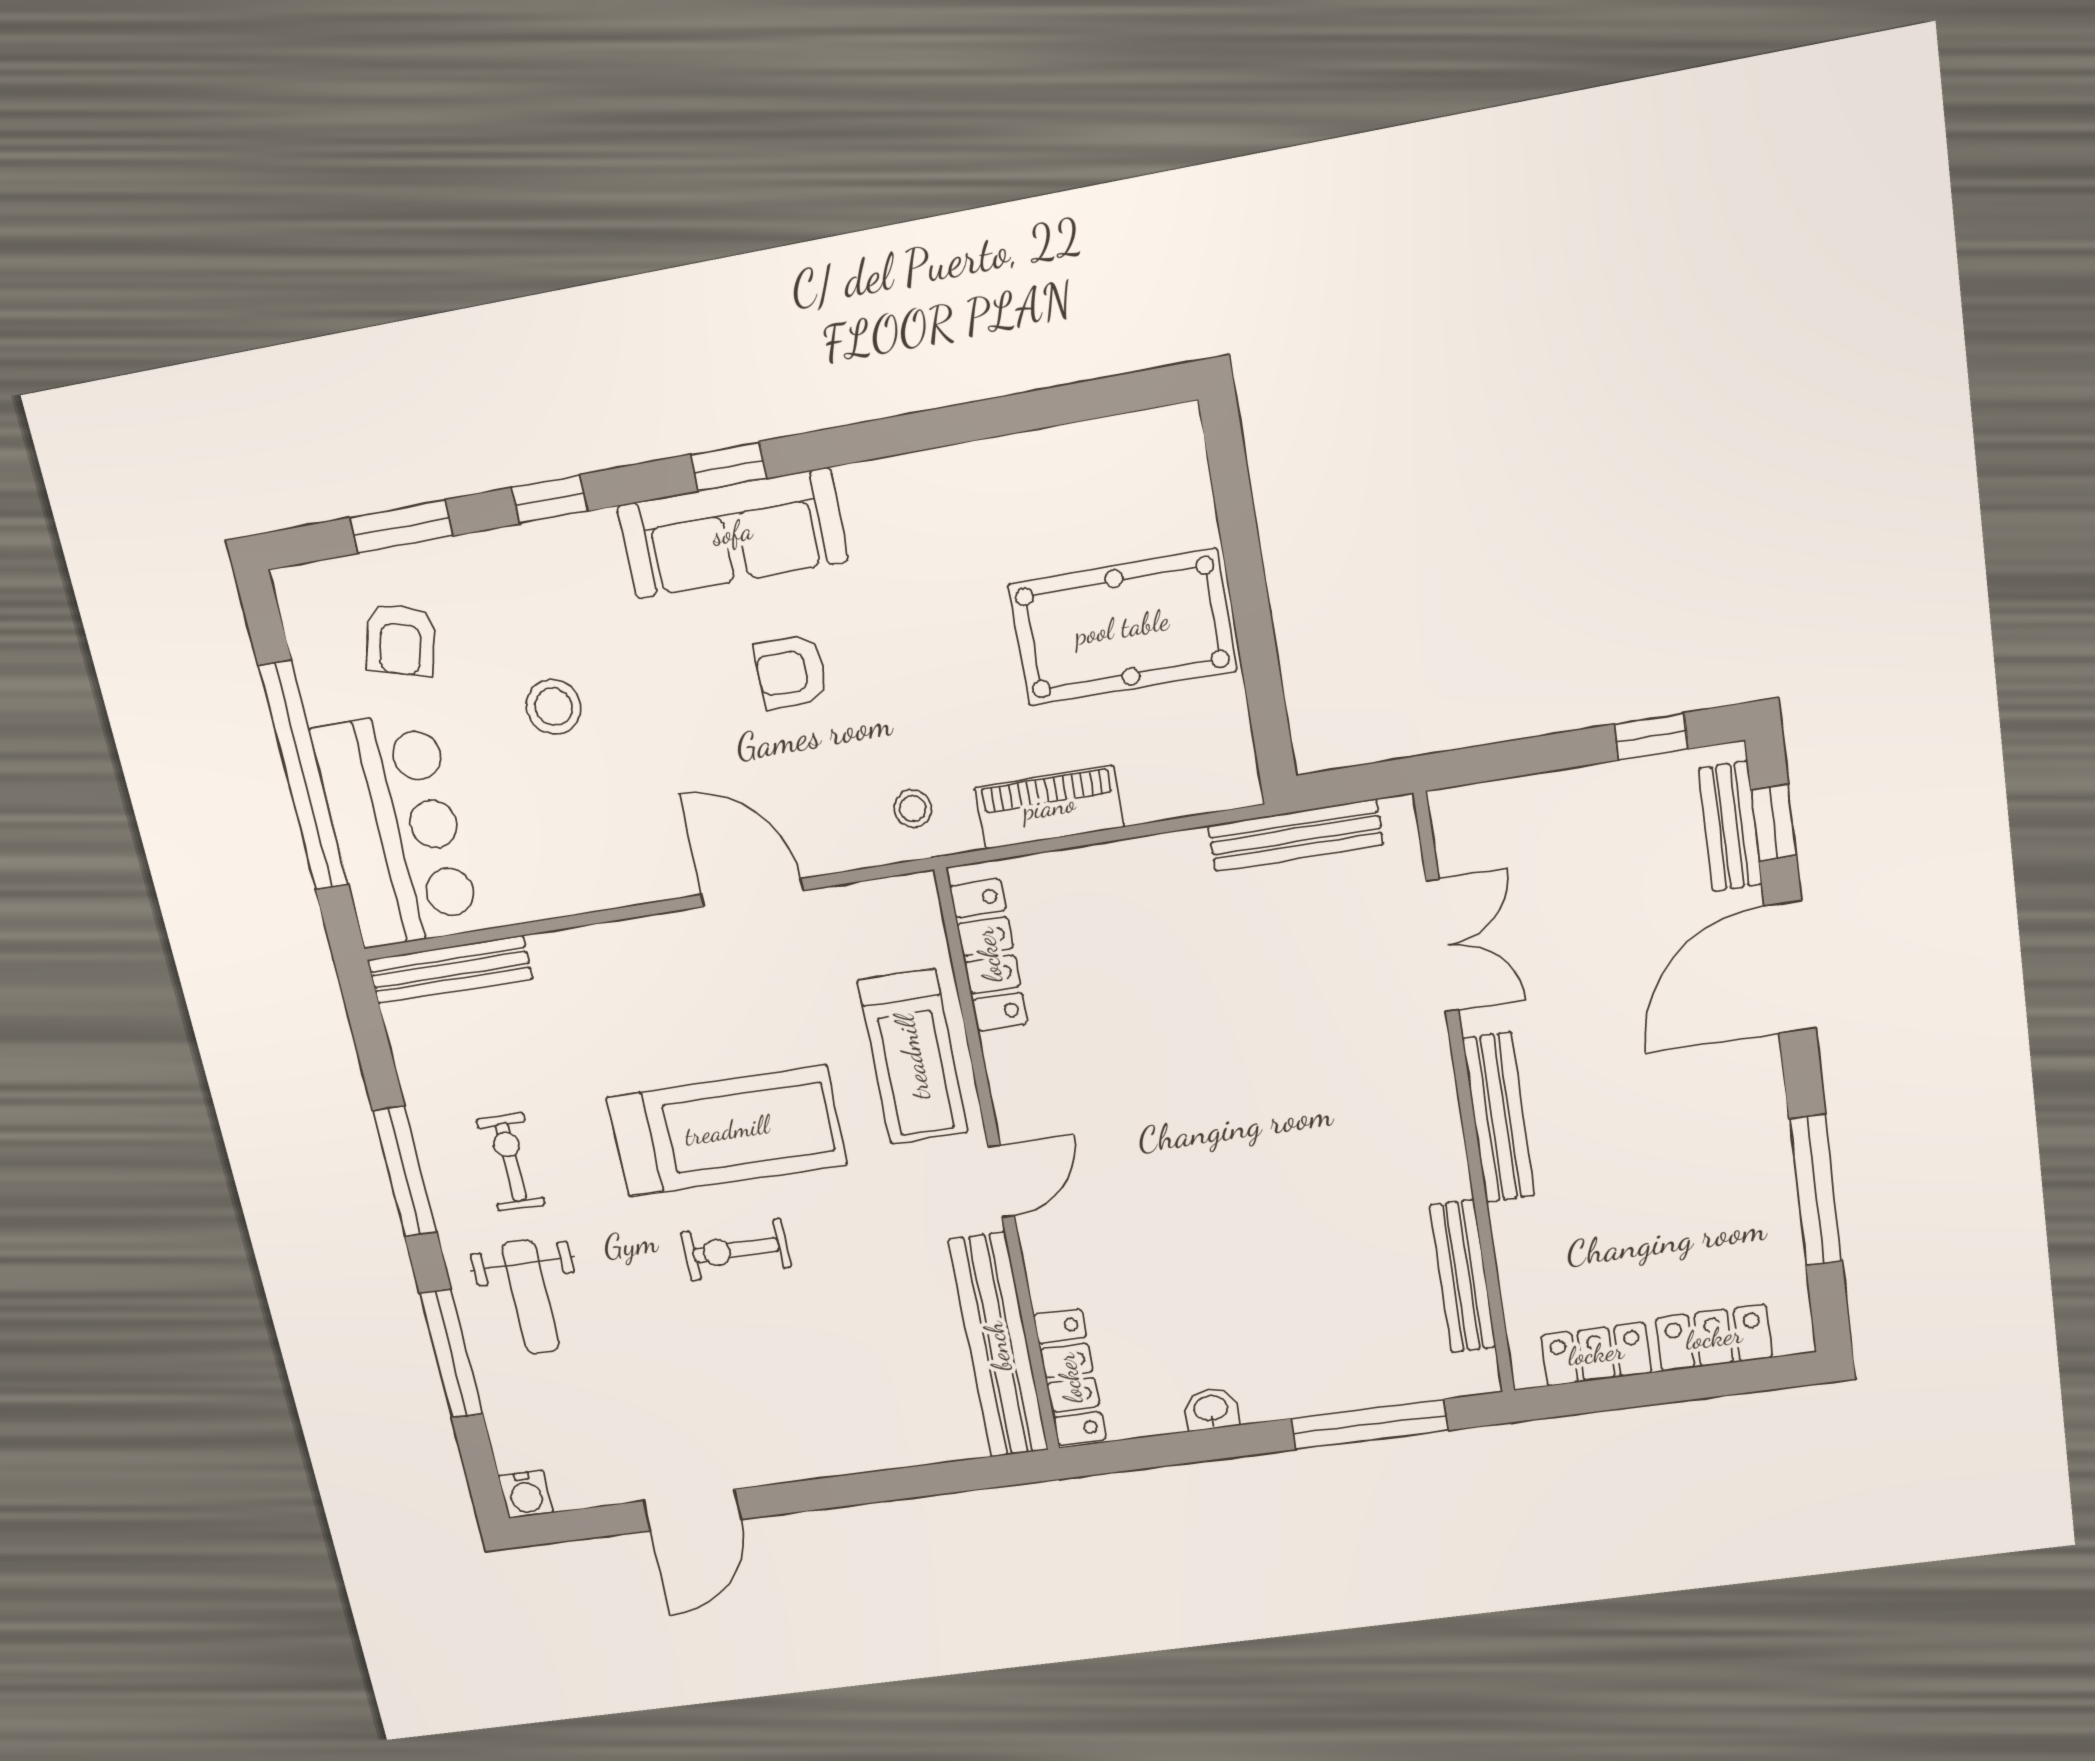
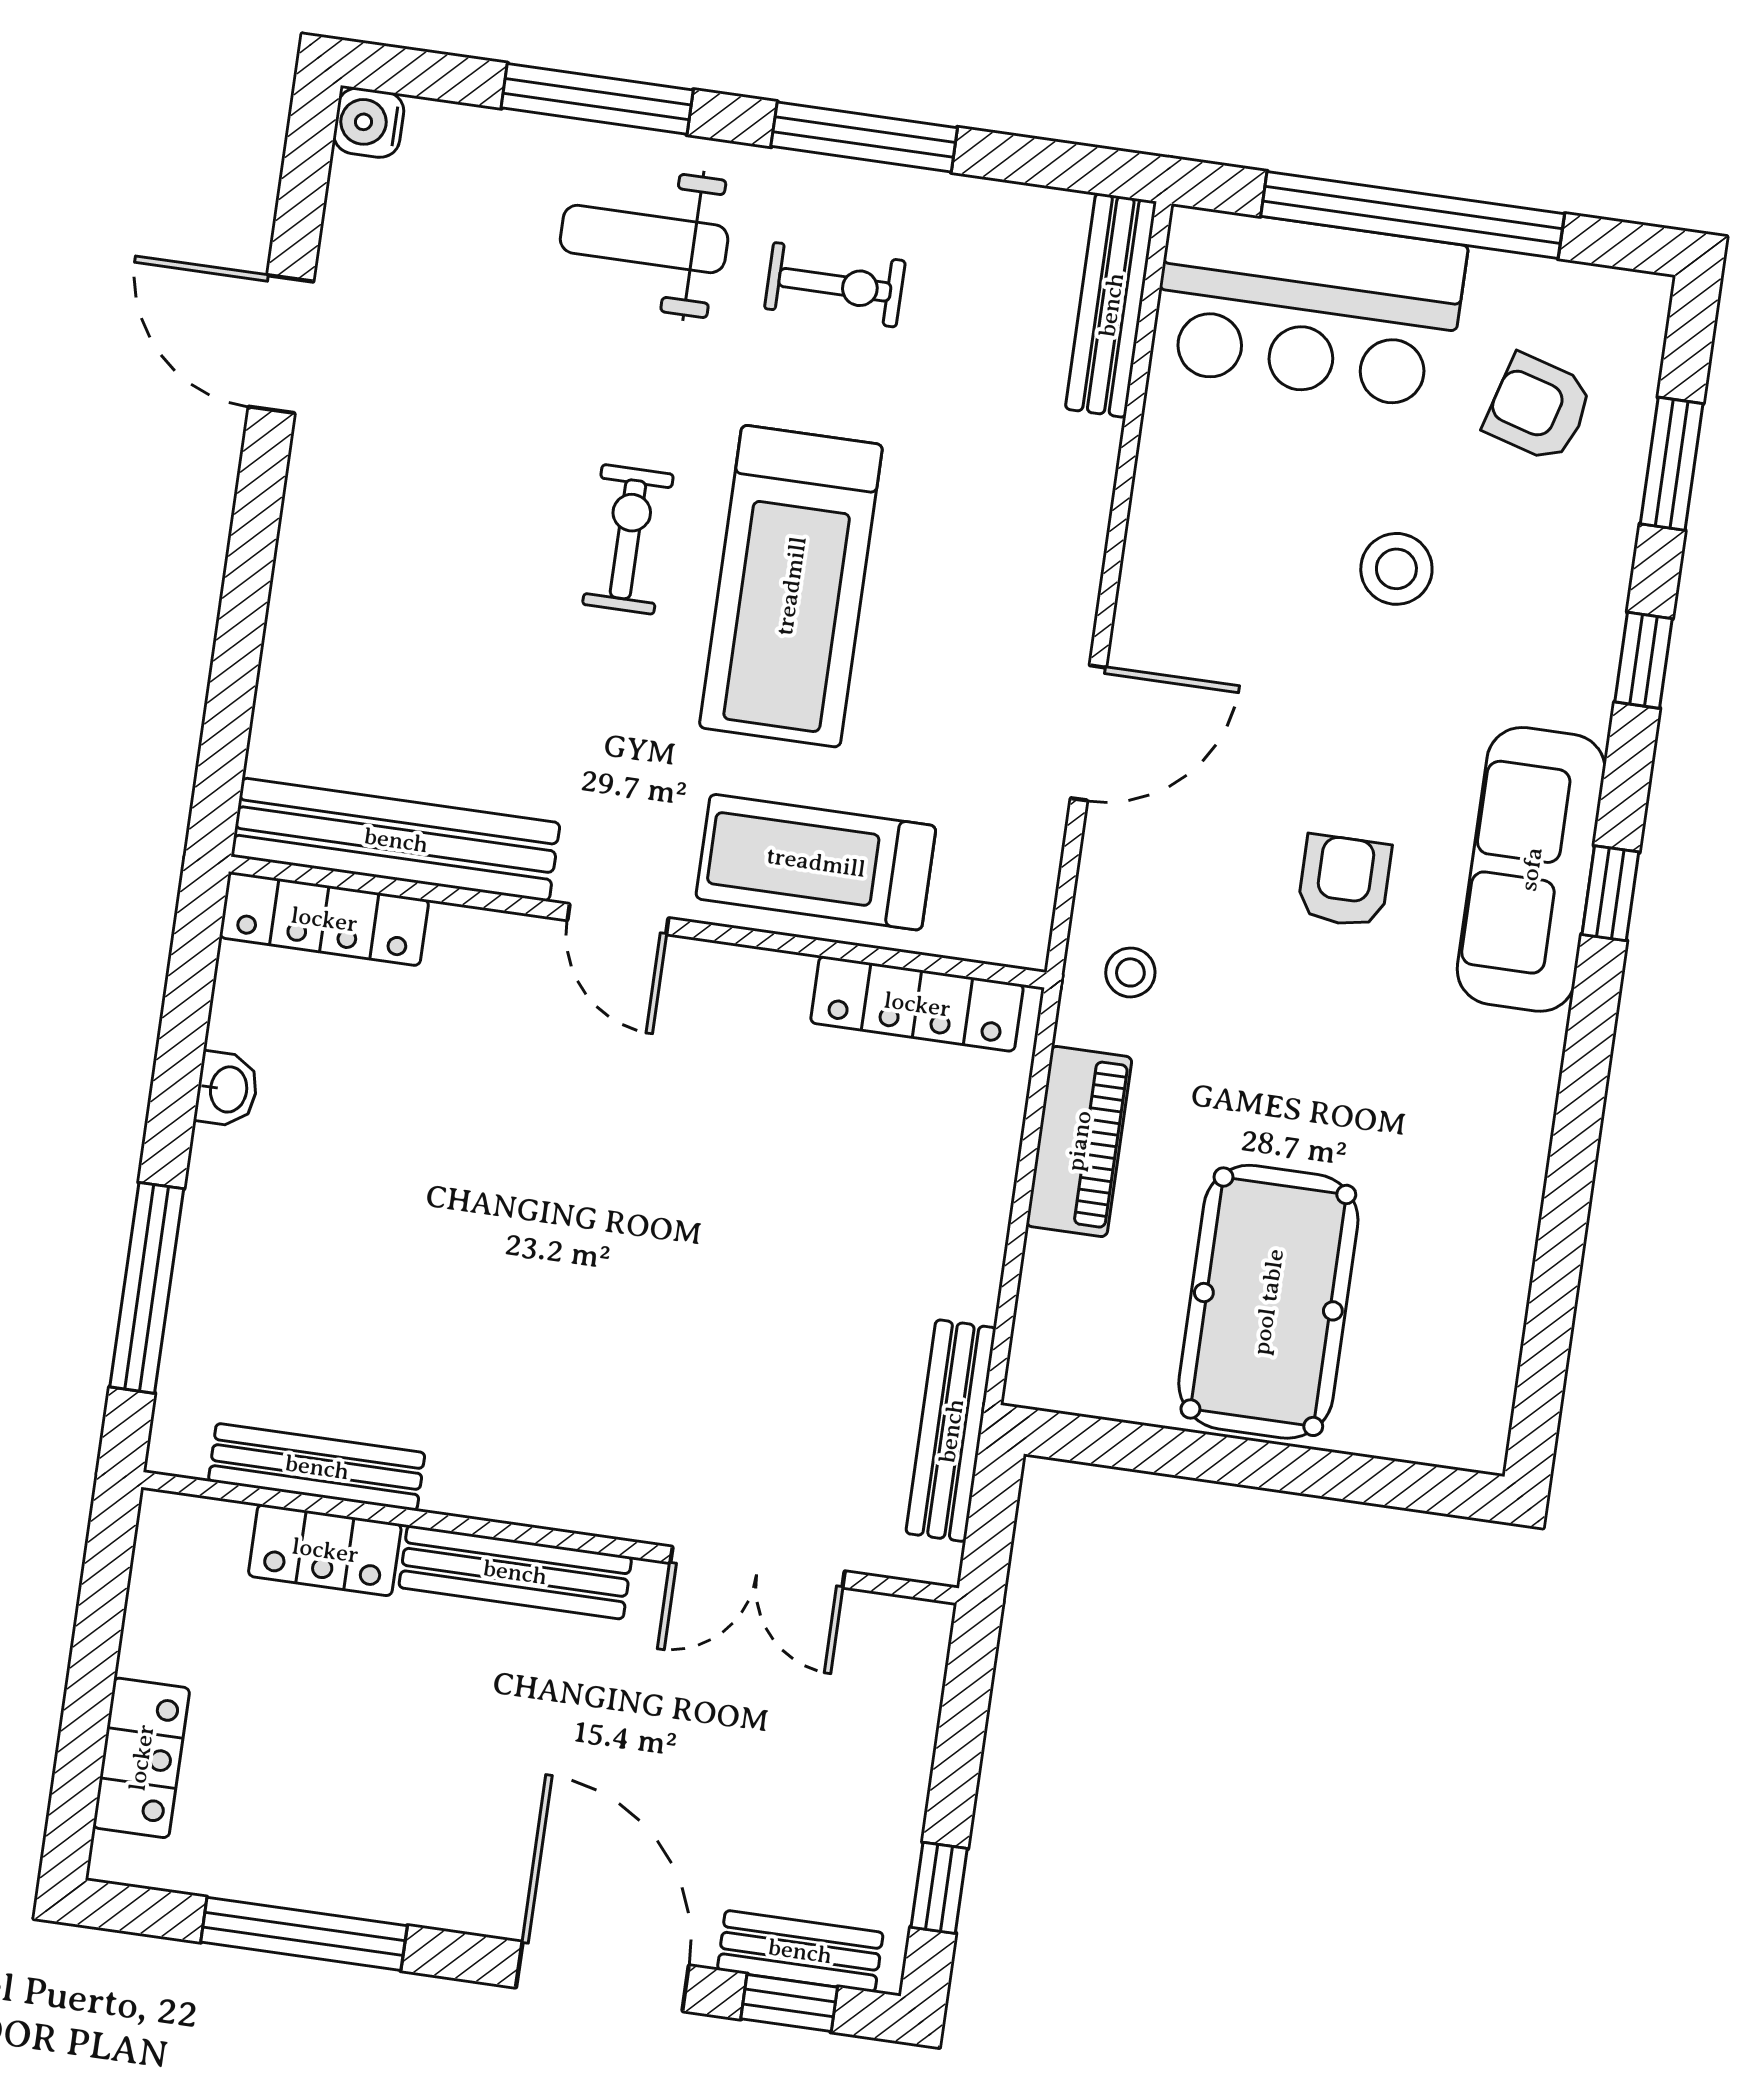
locker: (1596, 1354) -> (325, 1550), moved, turned 90

